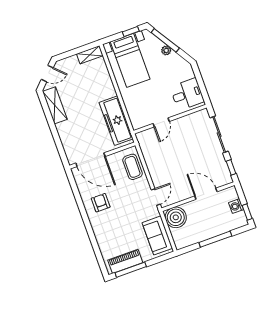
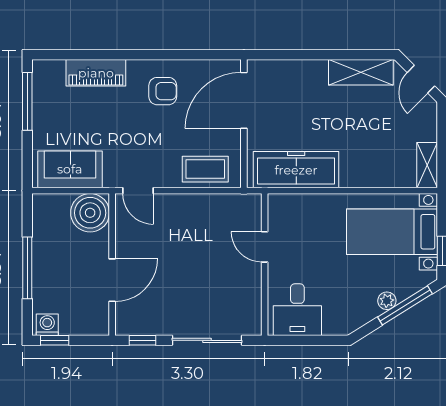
washing machine: (236, 206) -> (47, 325), moved
piano: (125, 261) -> (96, 73), moved, turned 90

